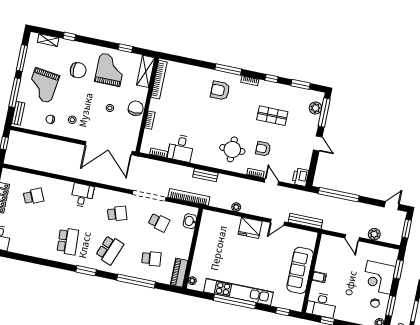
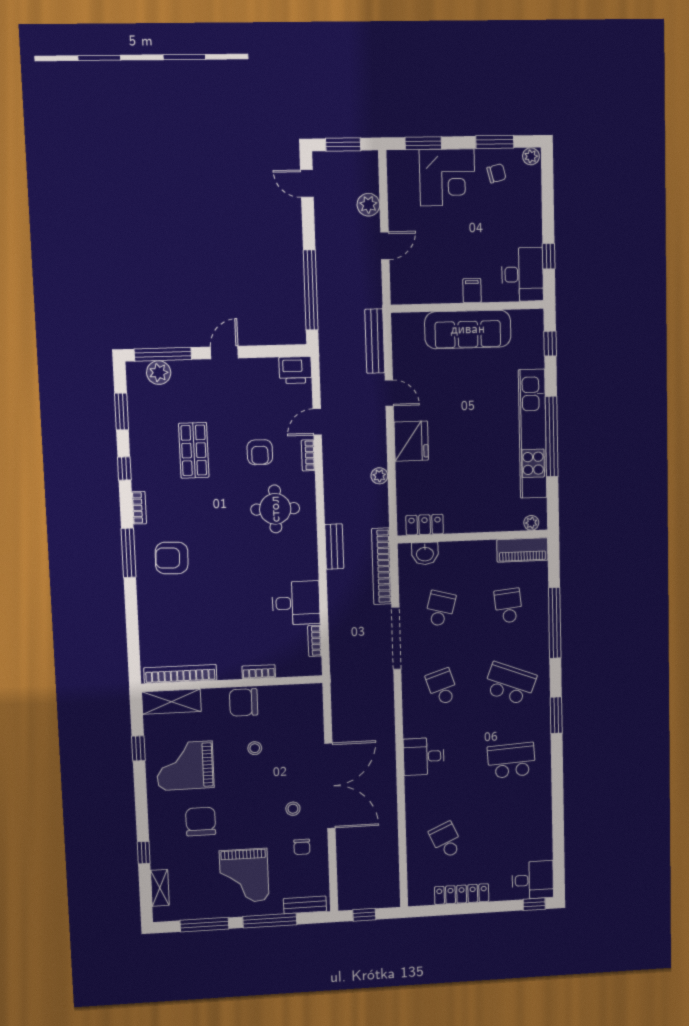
grand piano: (43, 85) -> (244, 876), turned 82
armchair: (220, 90) -> (172, 558), turned 92
double door: (109, 148) -> (330, 786), moved
locker: (205, 225) -> (425, 525), added

